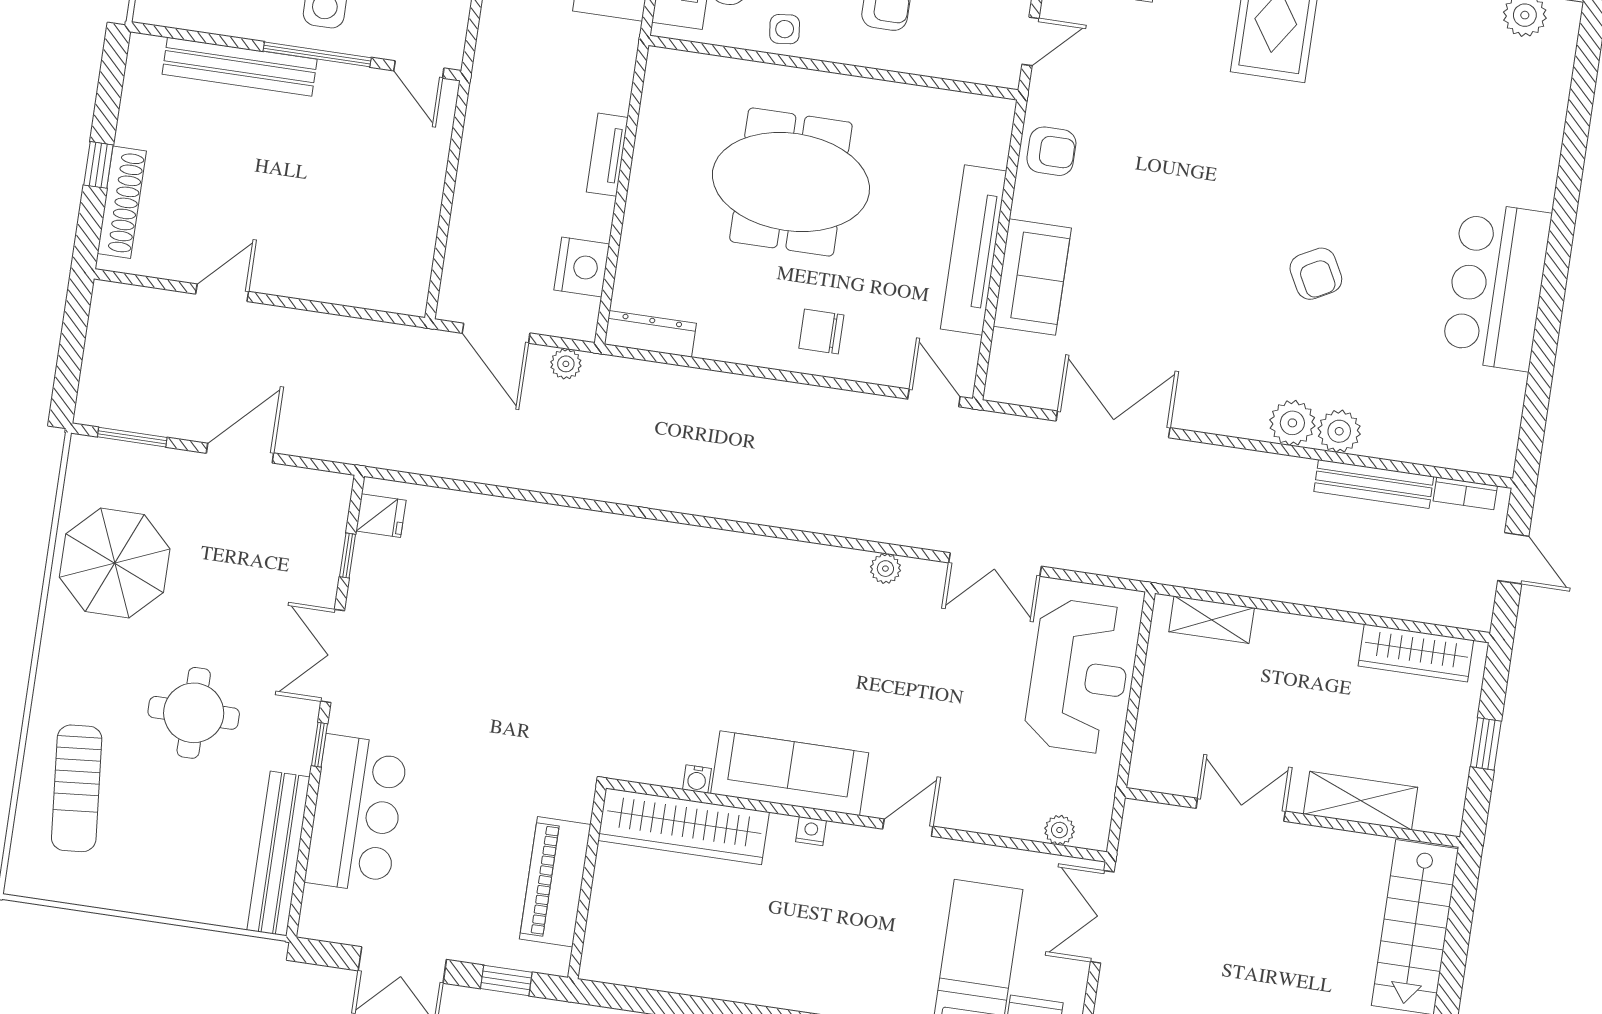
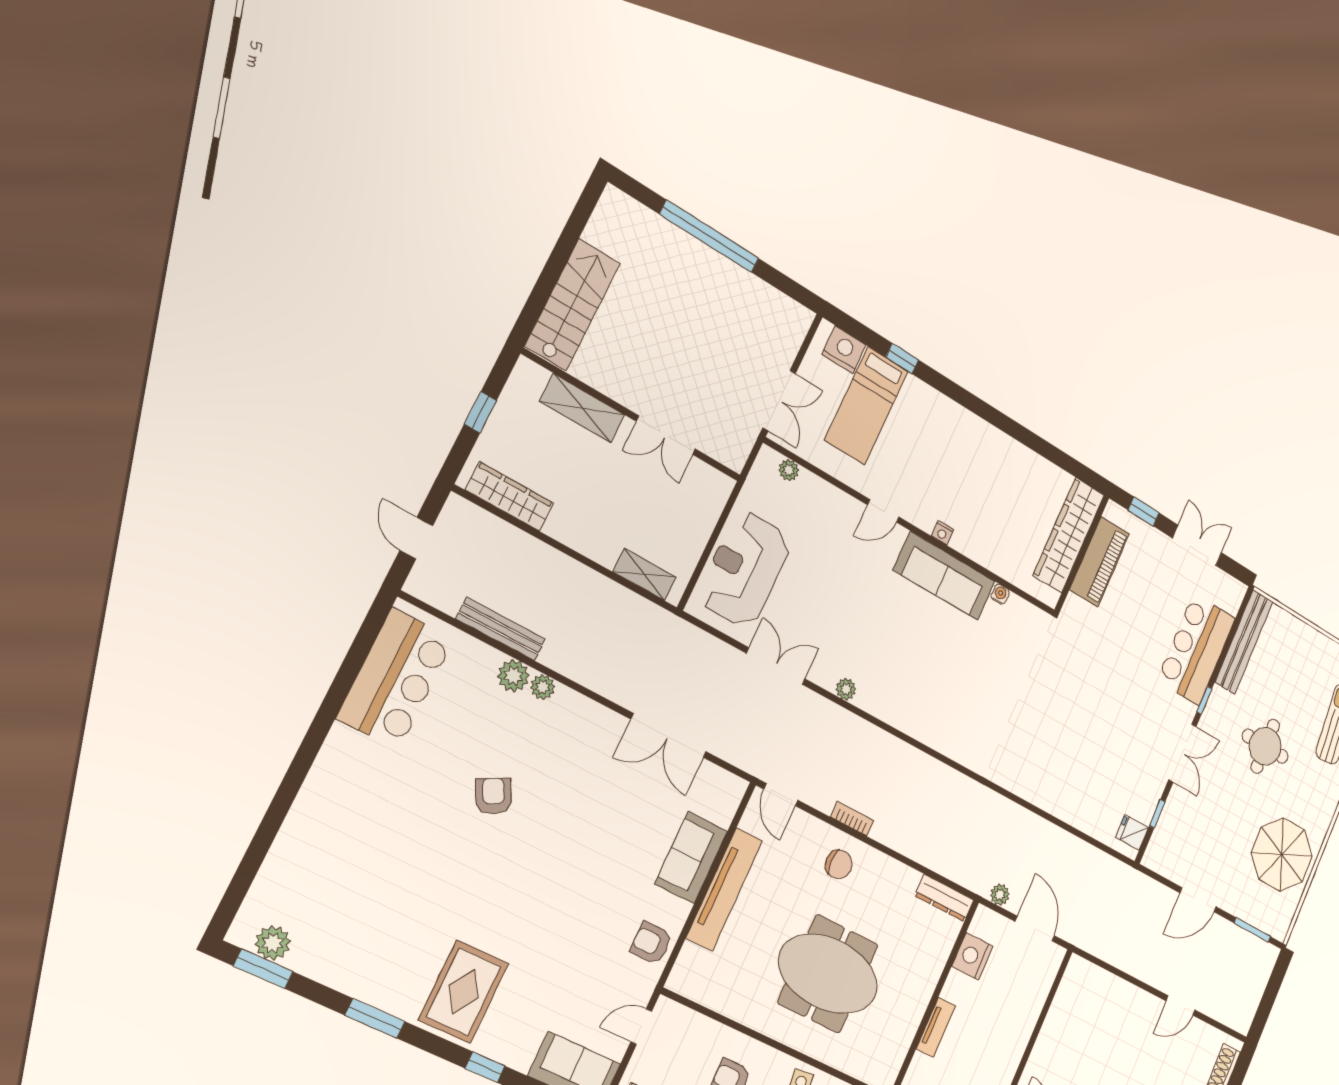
bar counter: (1496, 286) -> (395, 678), moved
plant: (1292, 423) -> (543, 687), width x0.73, depth x0.73
bookcase: (1465, 493) -> (852, 819), moved
wardrobe: (684, 826) -> (1069, 535), moved, turned -90

